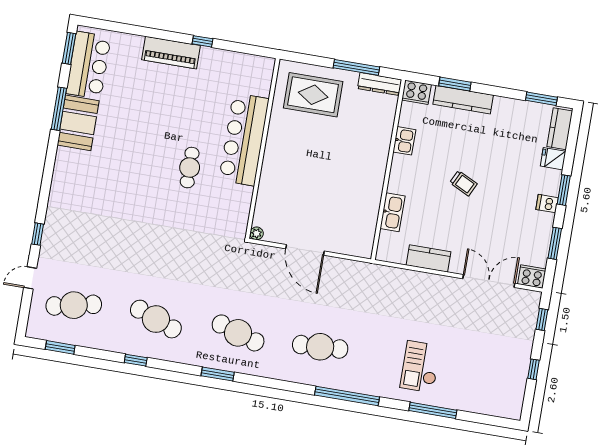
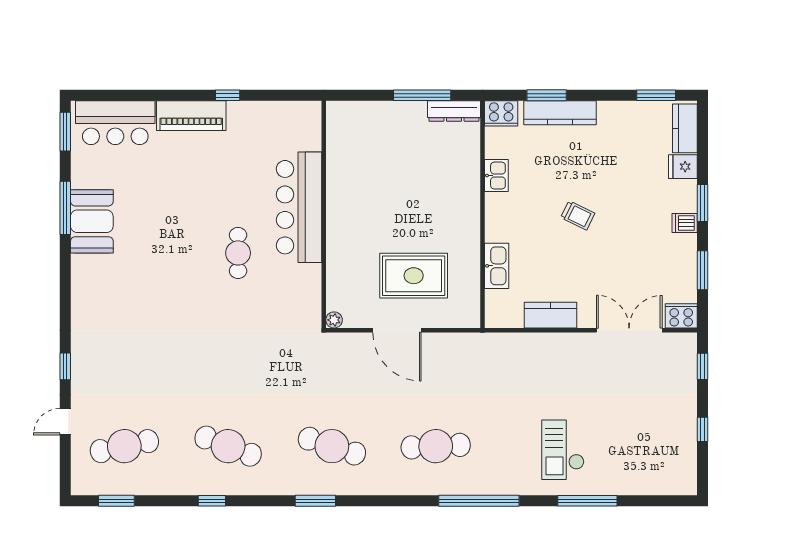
bar counter: (88, 65) -> (115, 123), moved, turned 90
rug: (313, 95) -> (414, 276), moved

